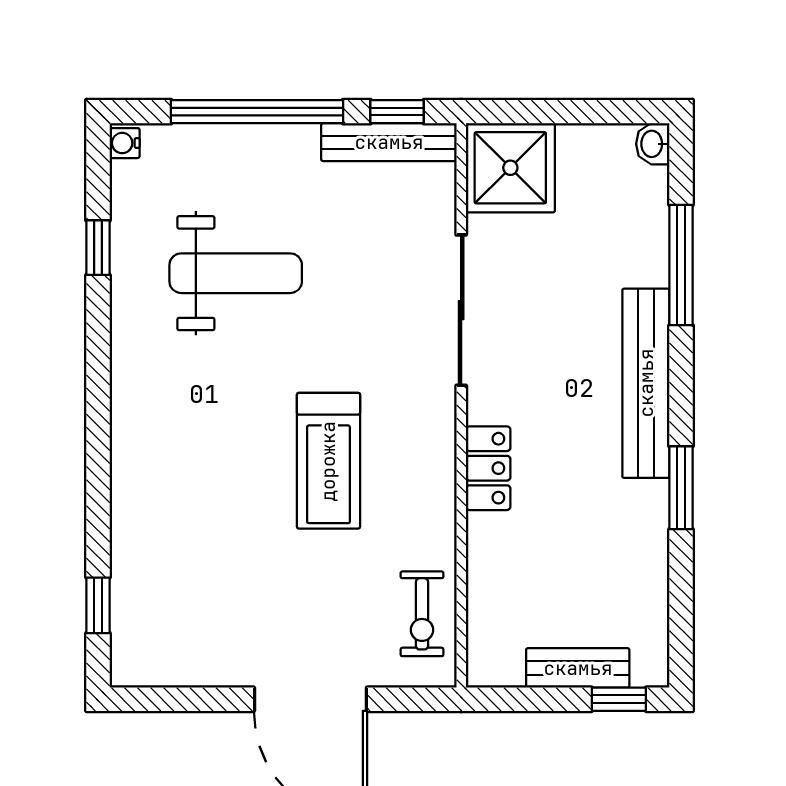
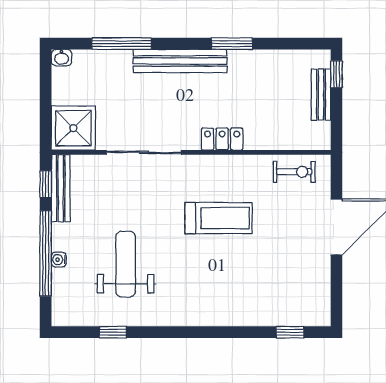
water cooler: (125, 143) -> (59, 260), moved, turned 90

